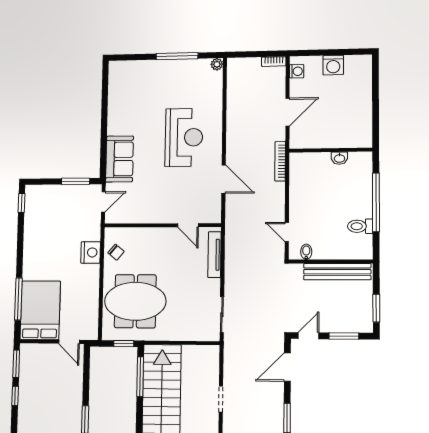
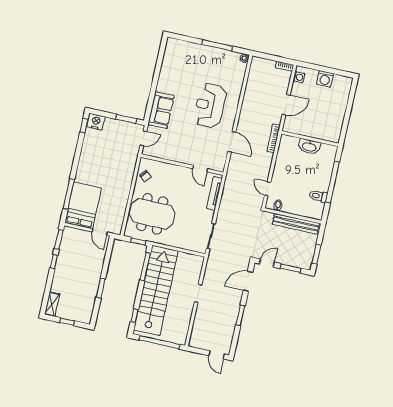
reception desk: (184, 137) -> (210, 105), turned 180
washbasin: (339, 158) -> (309, 147), width x1.91, depth x1.45
nightstand: (91, 252) -> (96, 122), moved, turned -90

